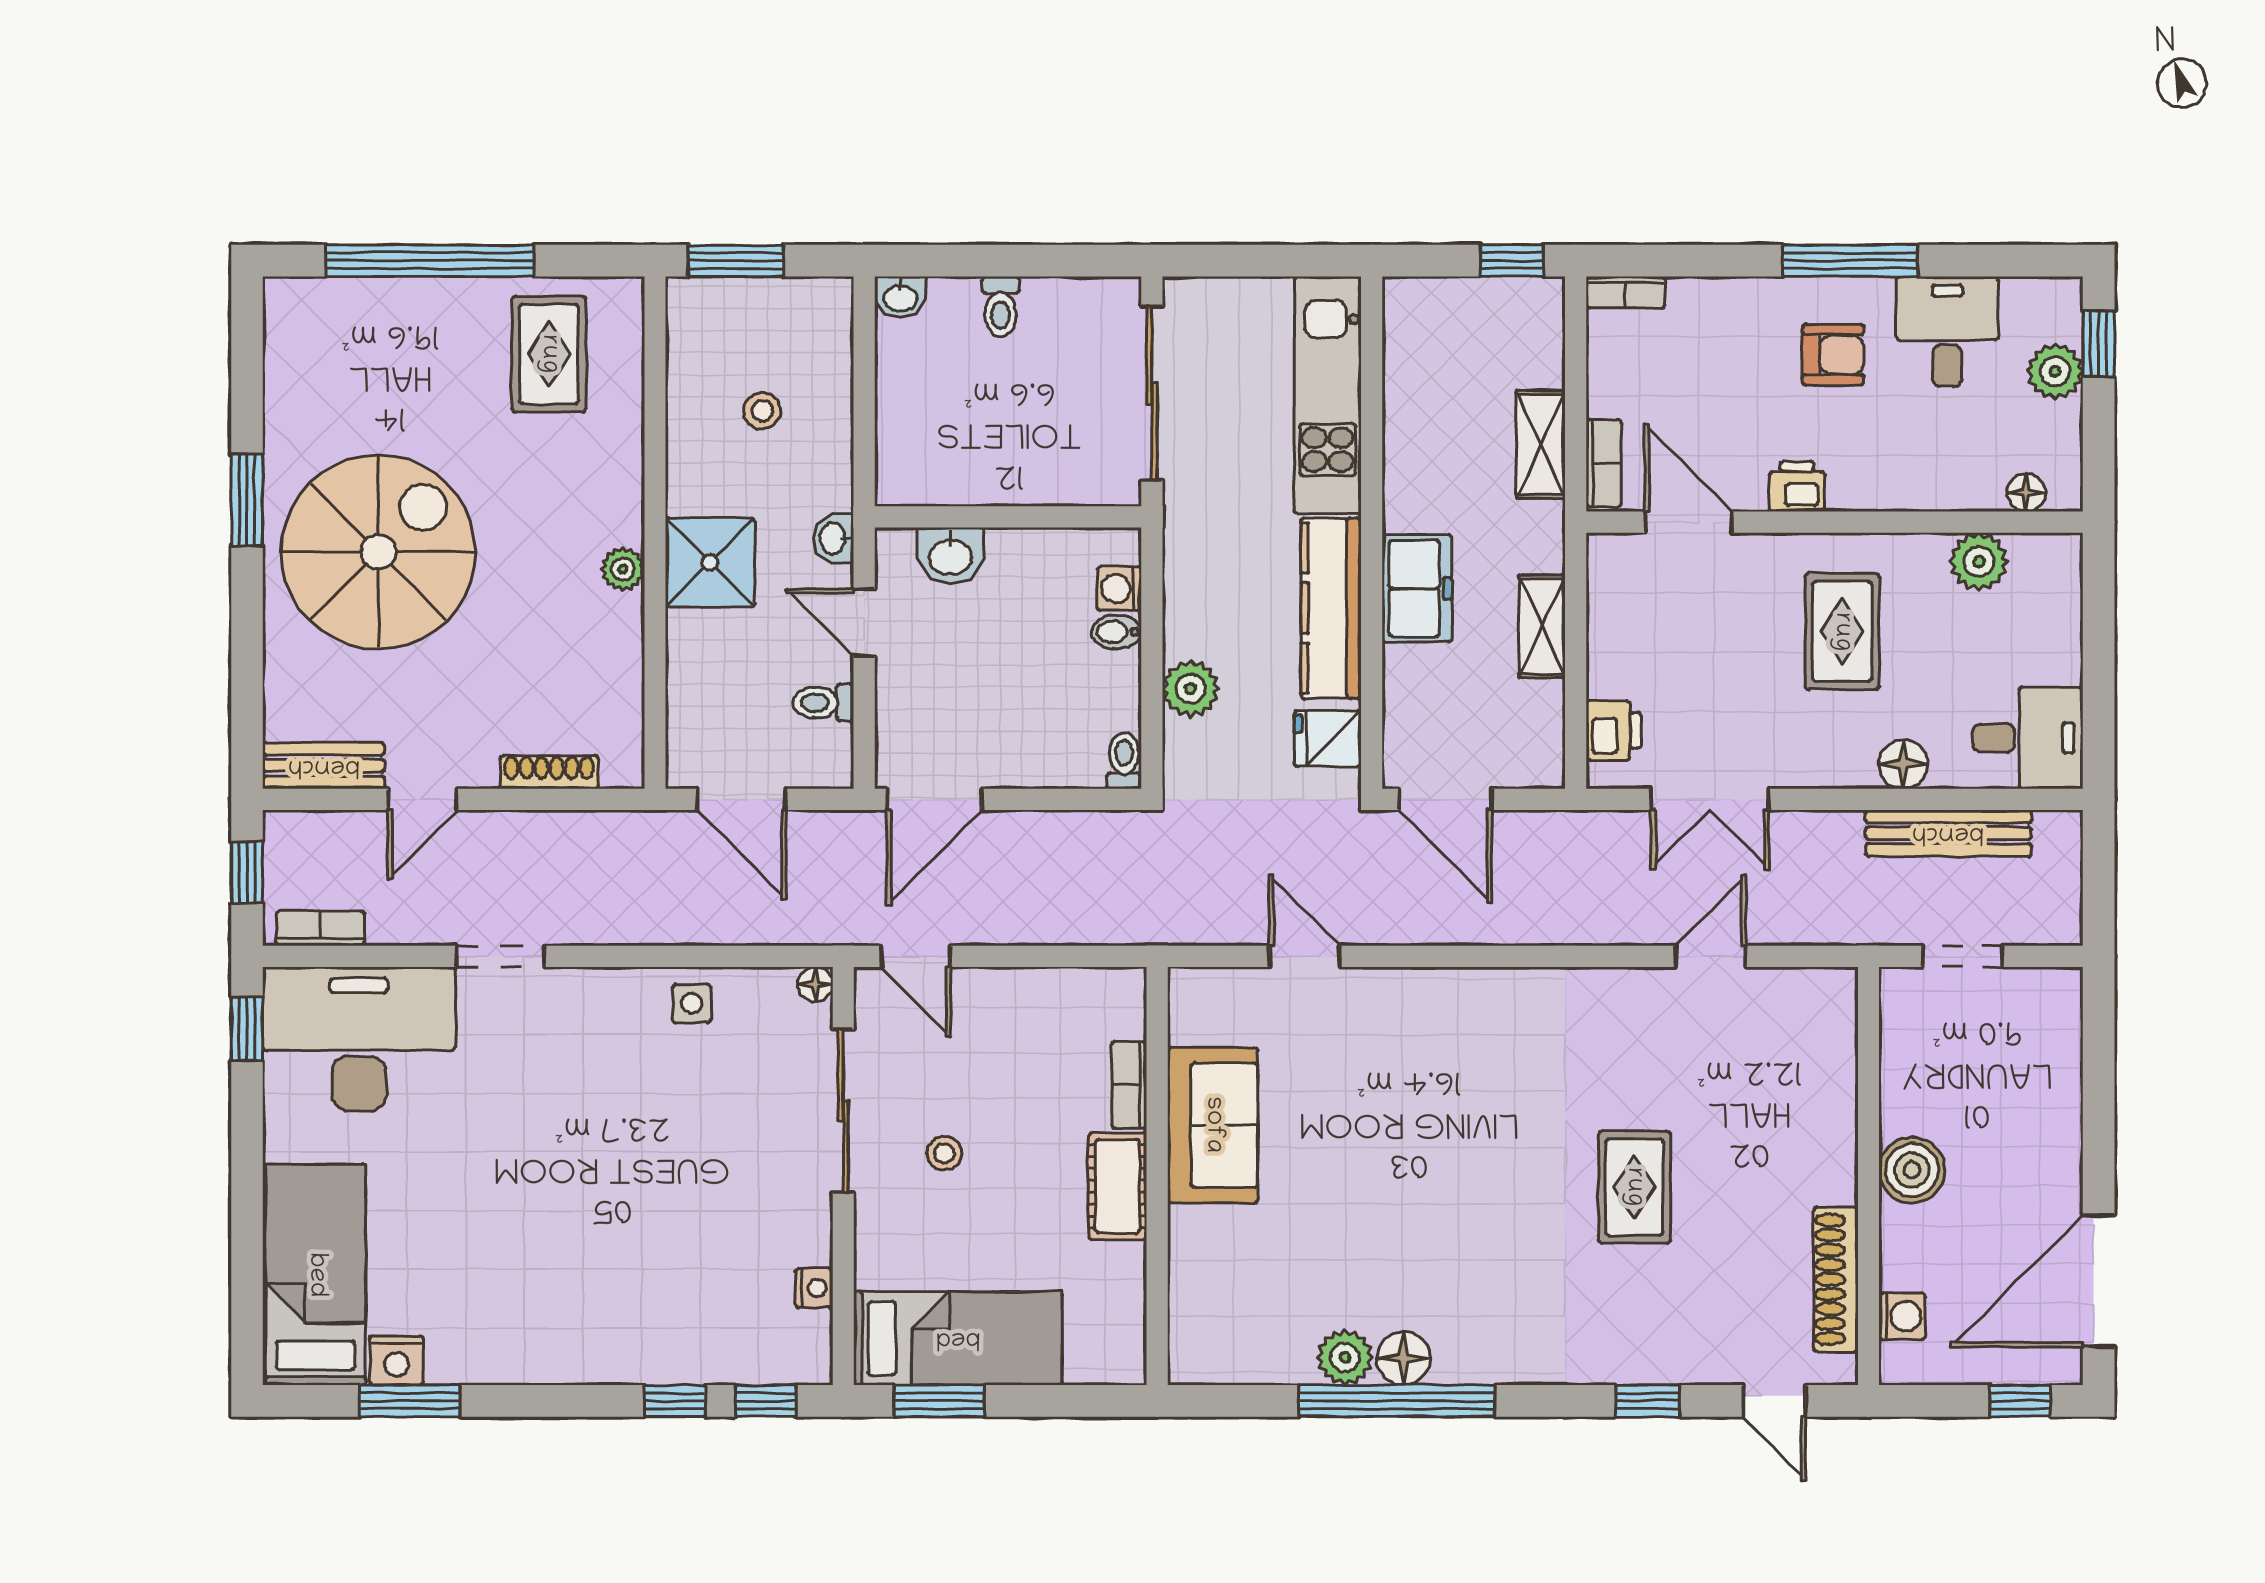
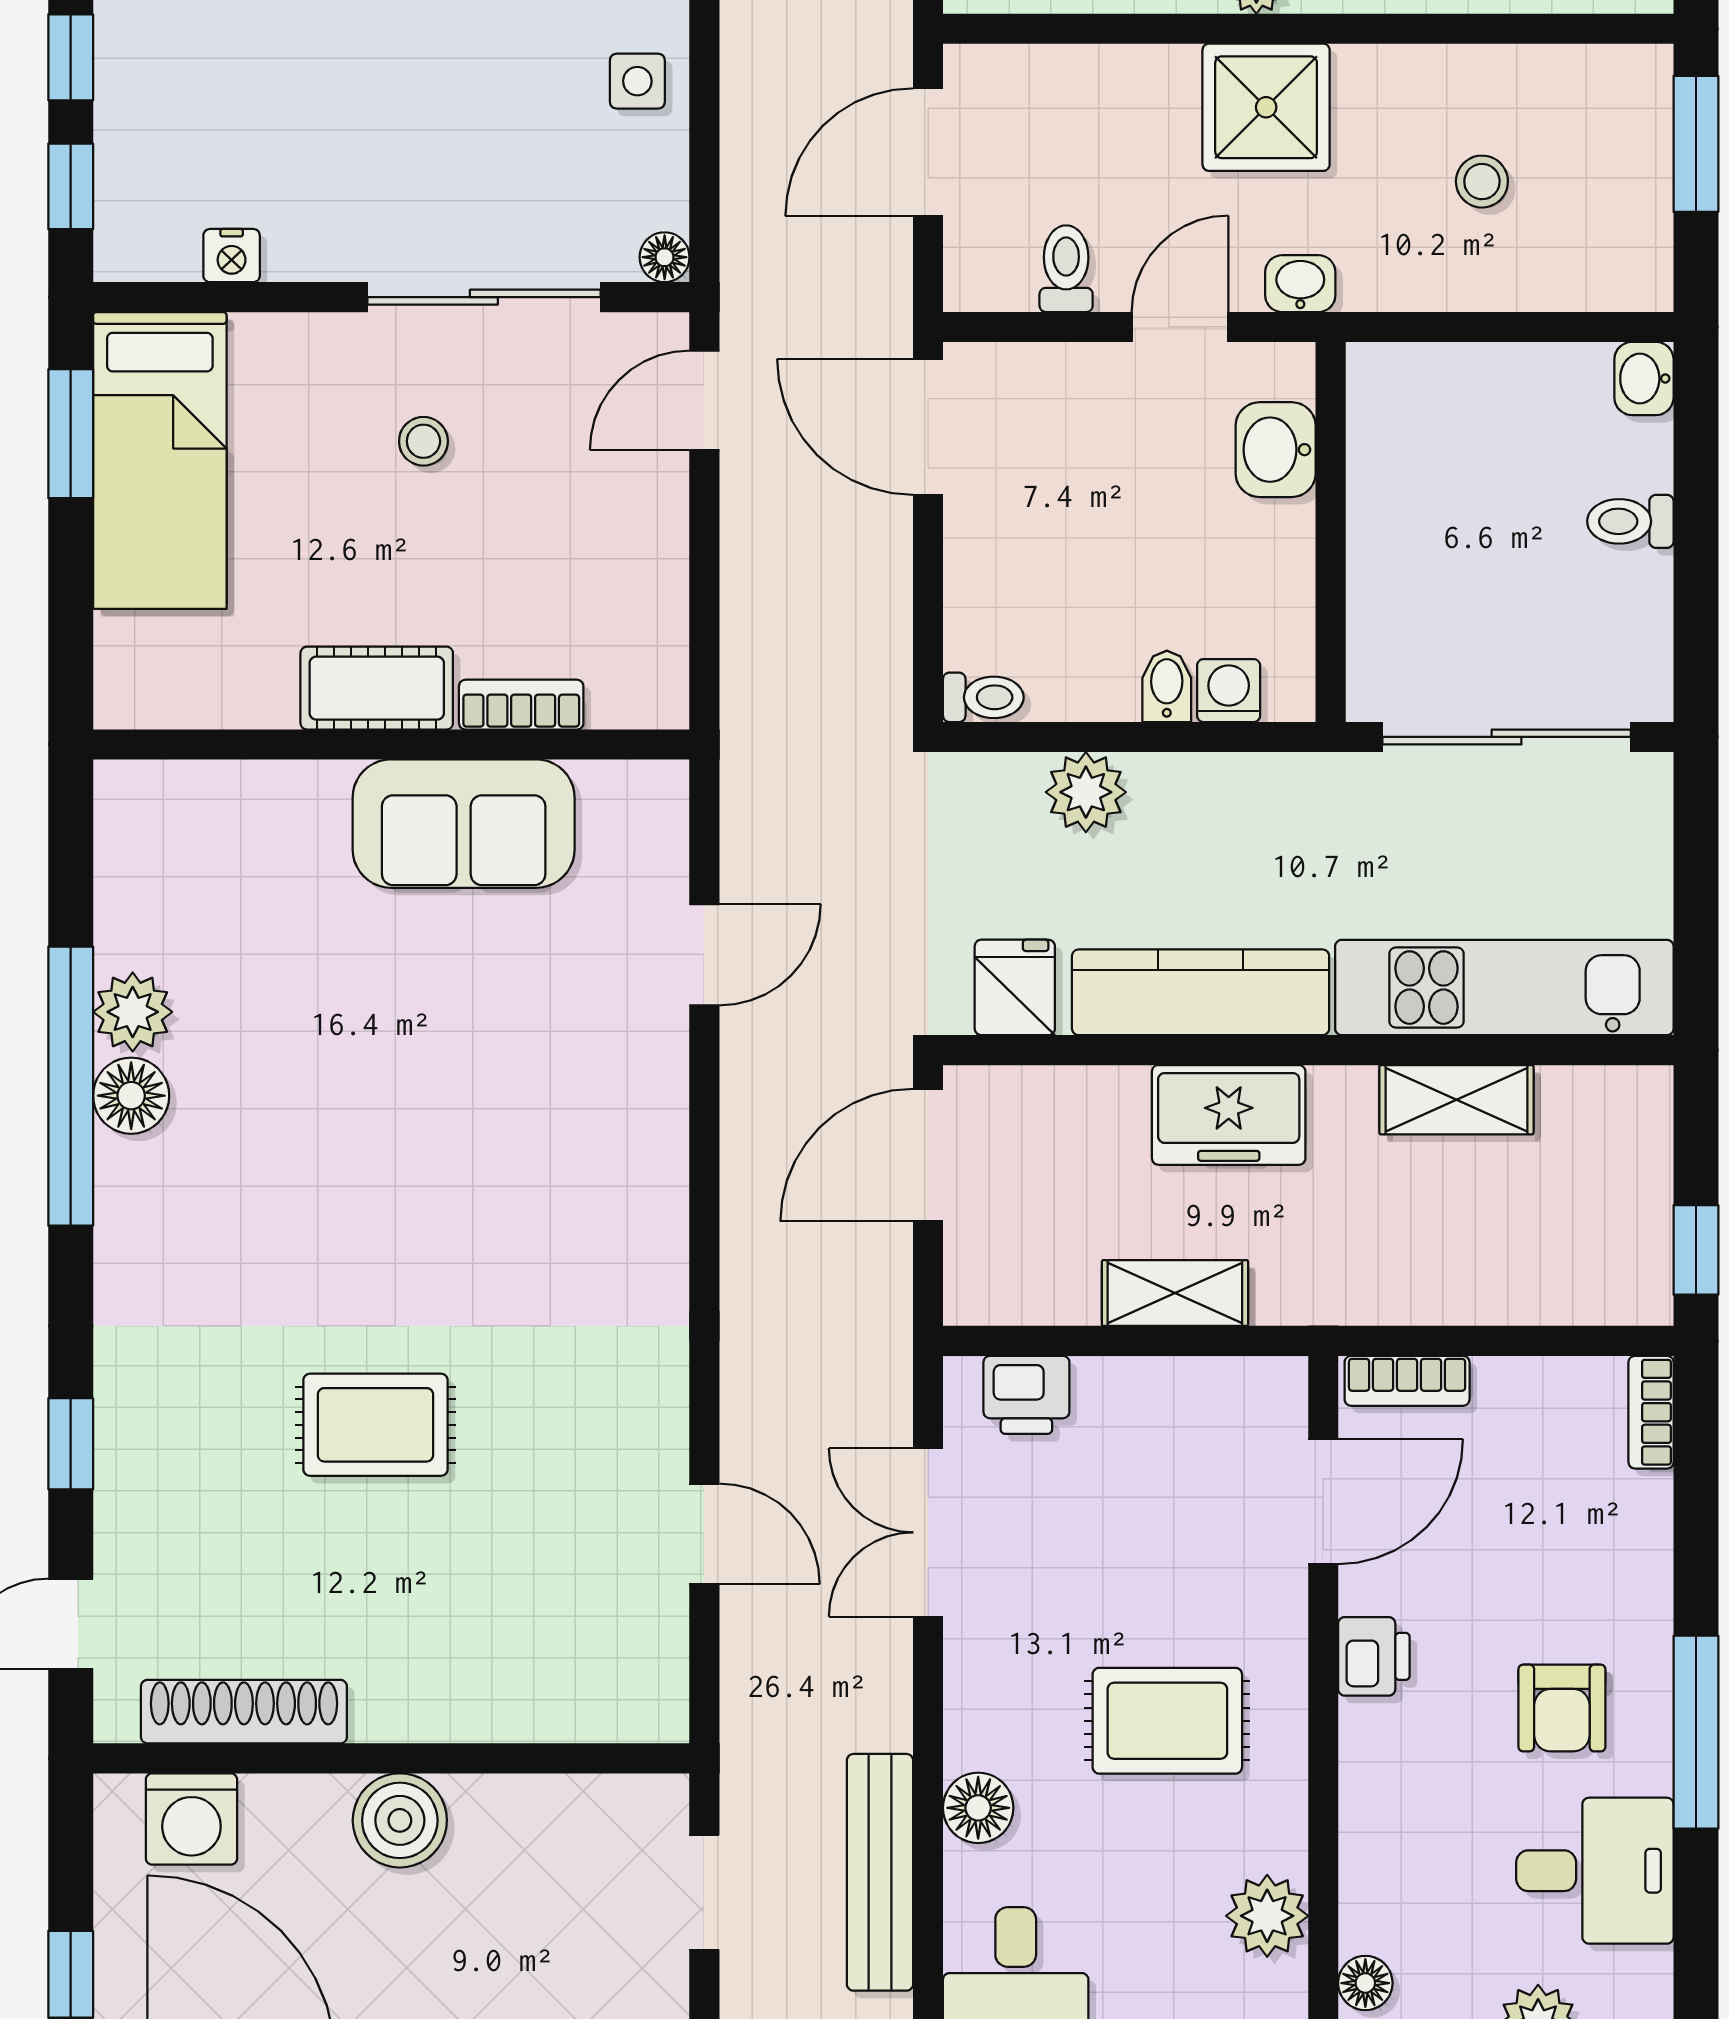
shelving: (1541, 444) -> (1456, 1100), moved
washing machine: (1902, 1316) -> (191, 1819), width x1.38, depth x1.38

